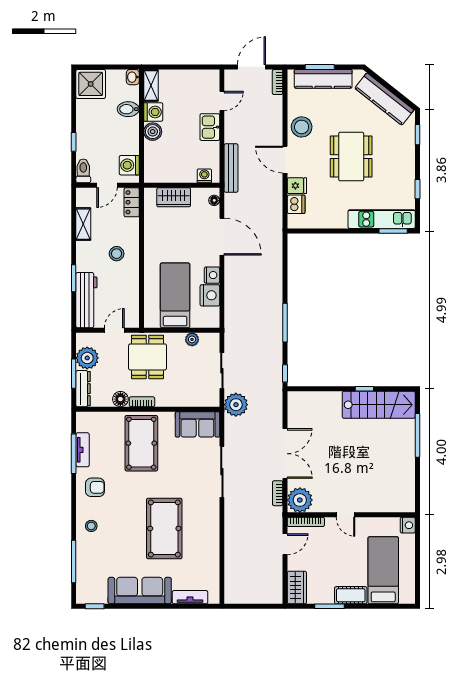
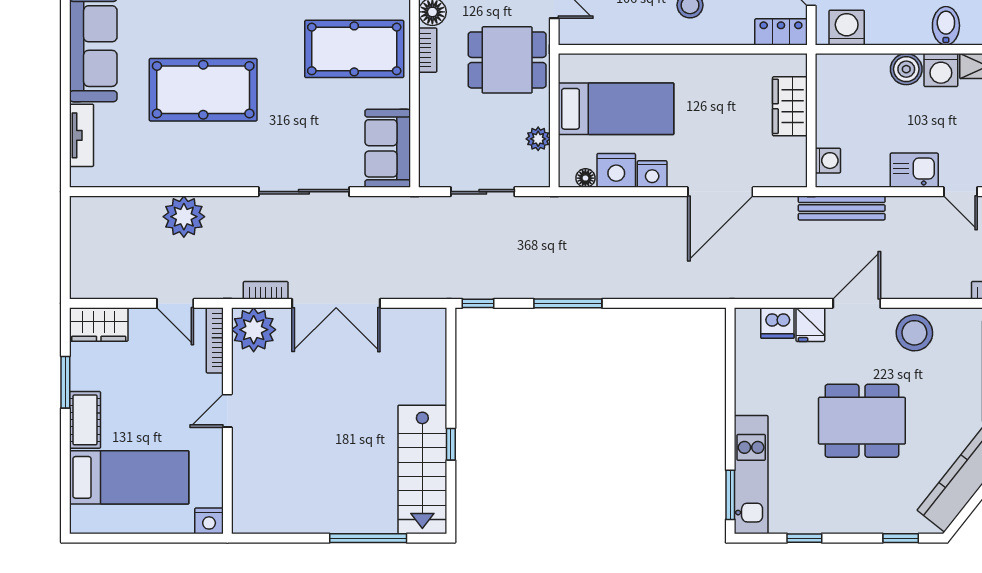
floor lamp: (214, 200) -> (585, 178), moved
plant: (236, 405) -> (184, 217), moved

